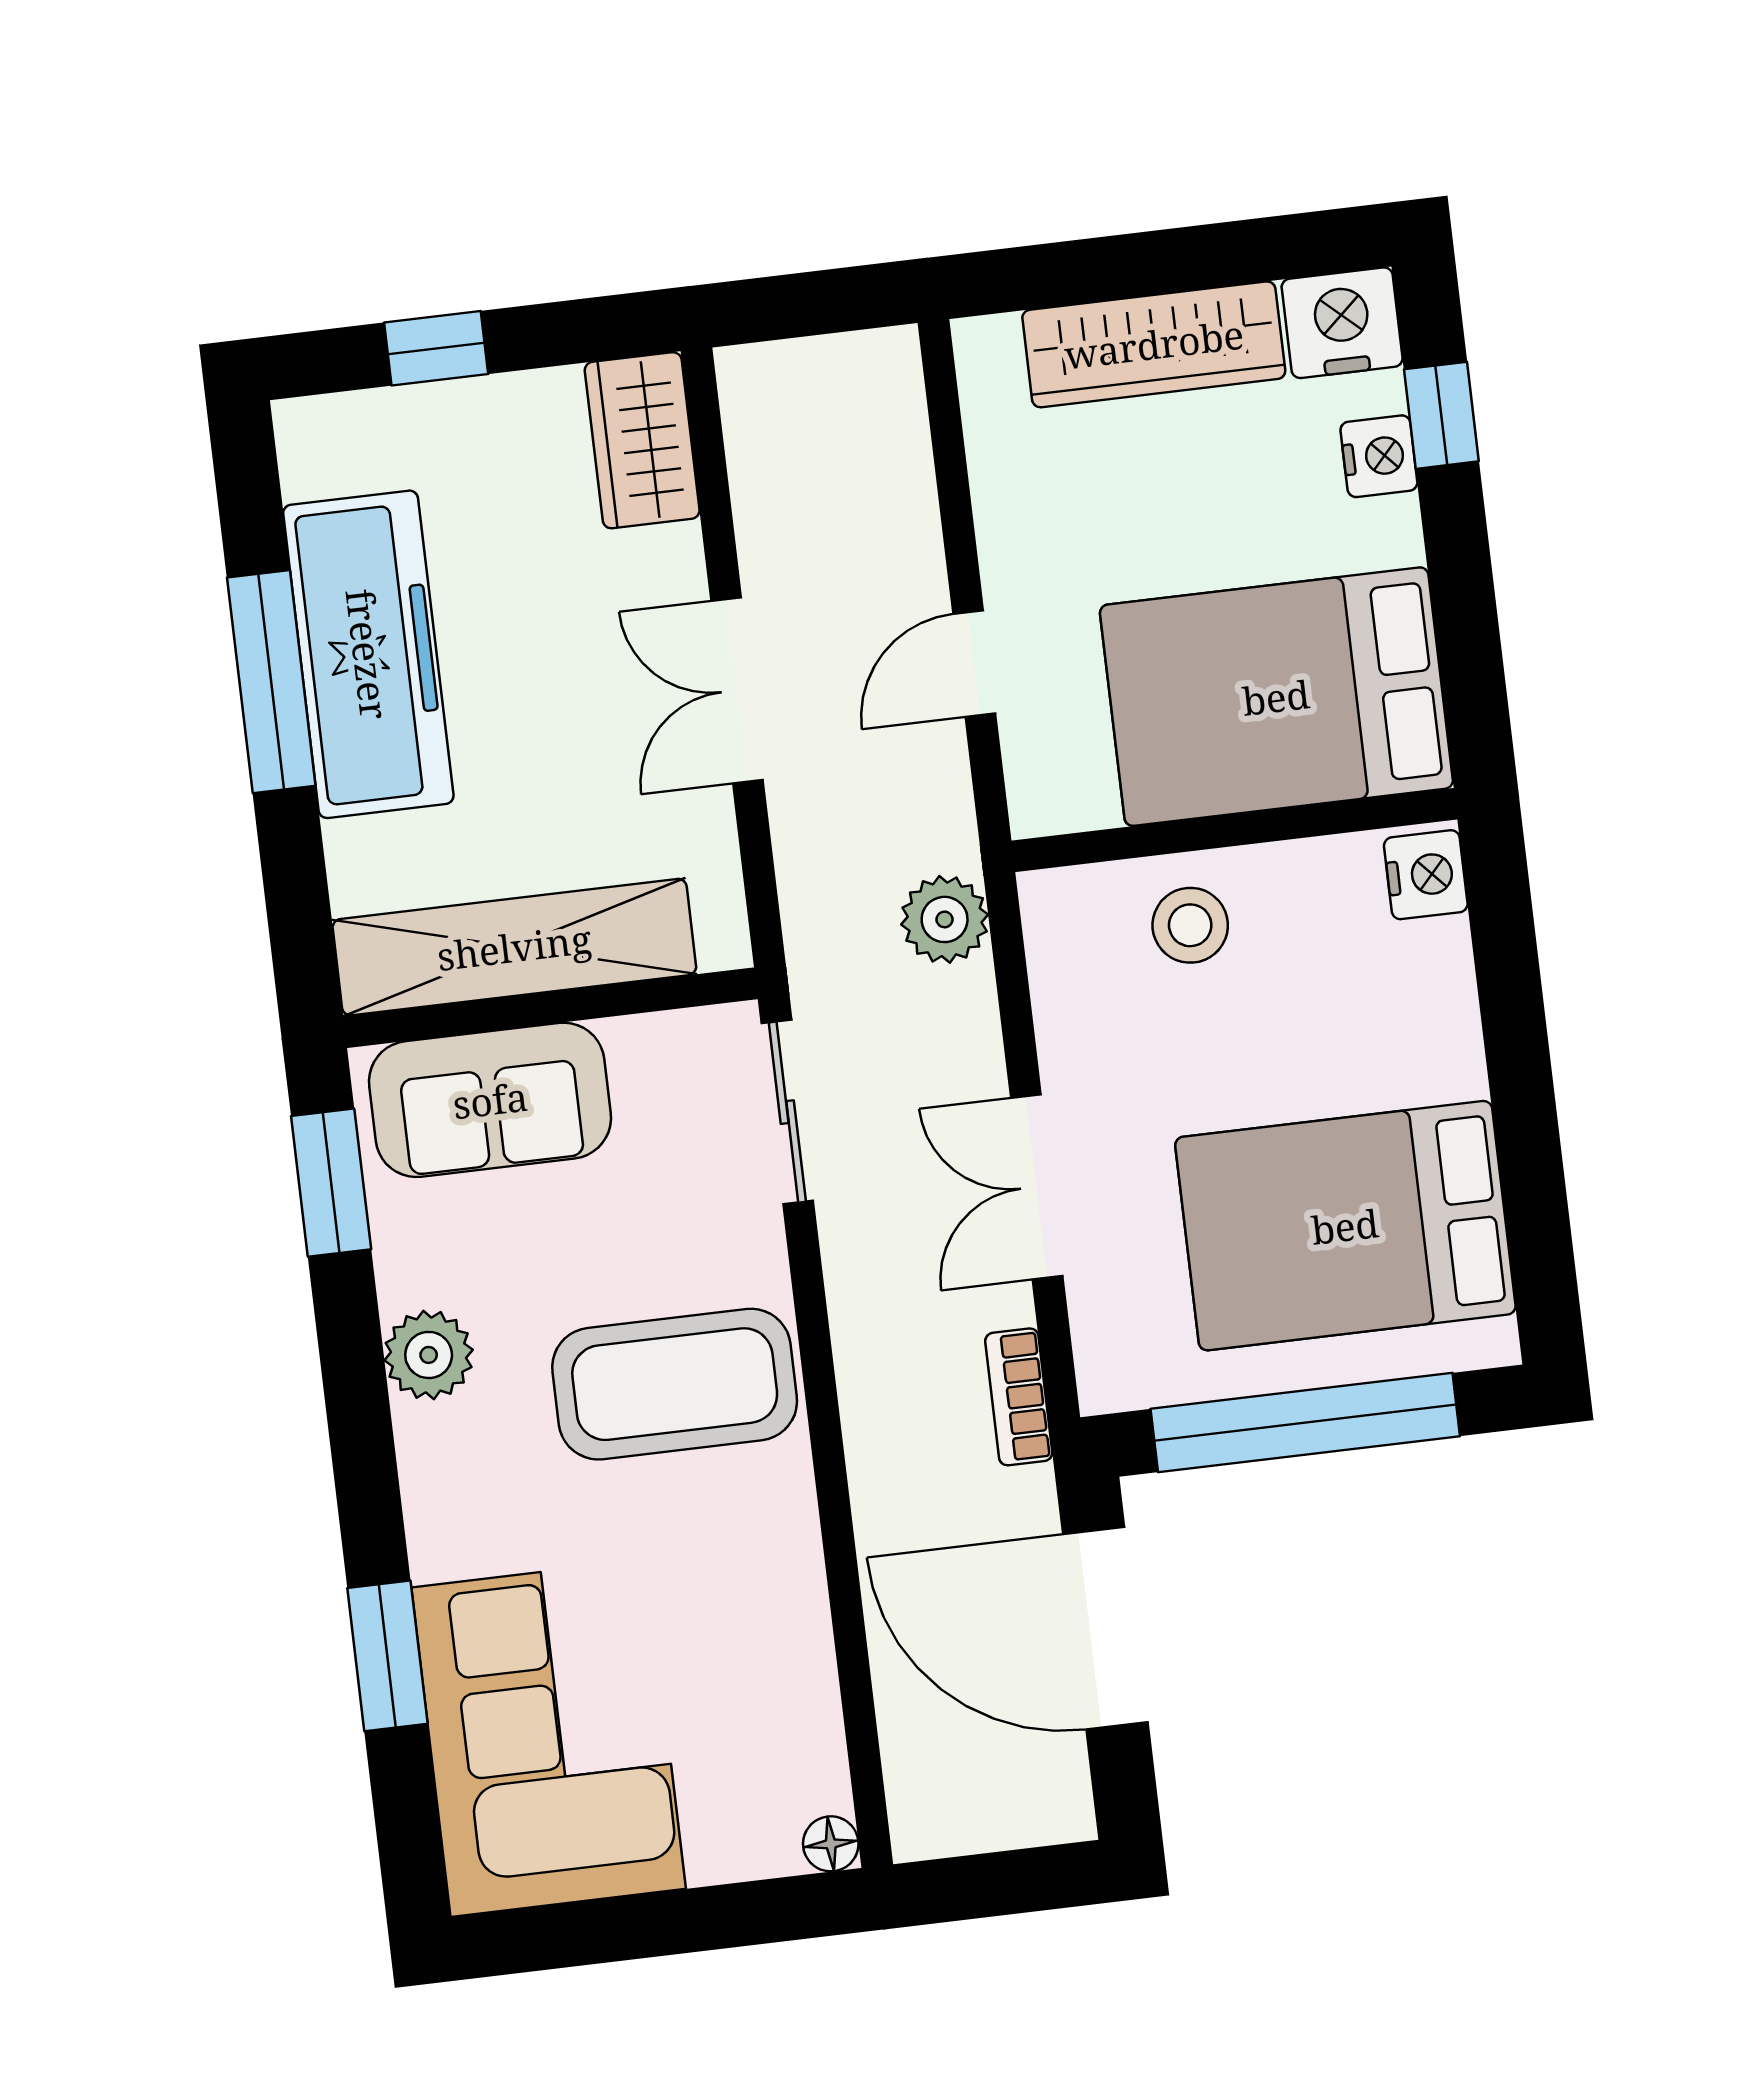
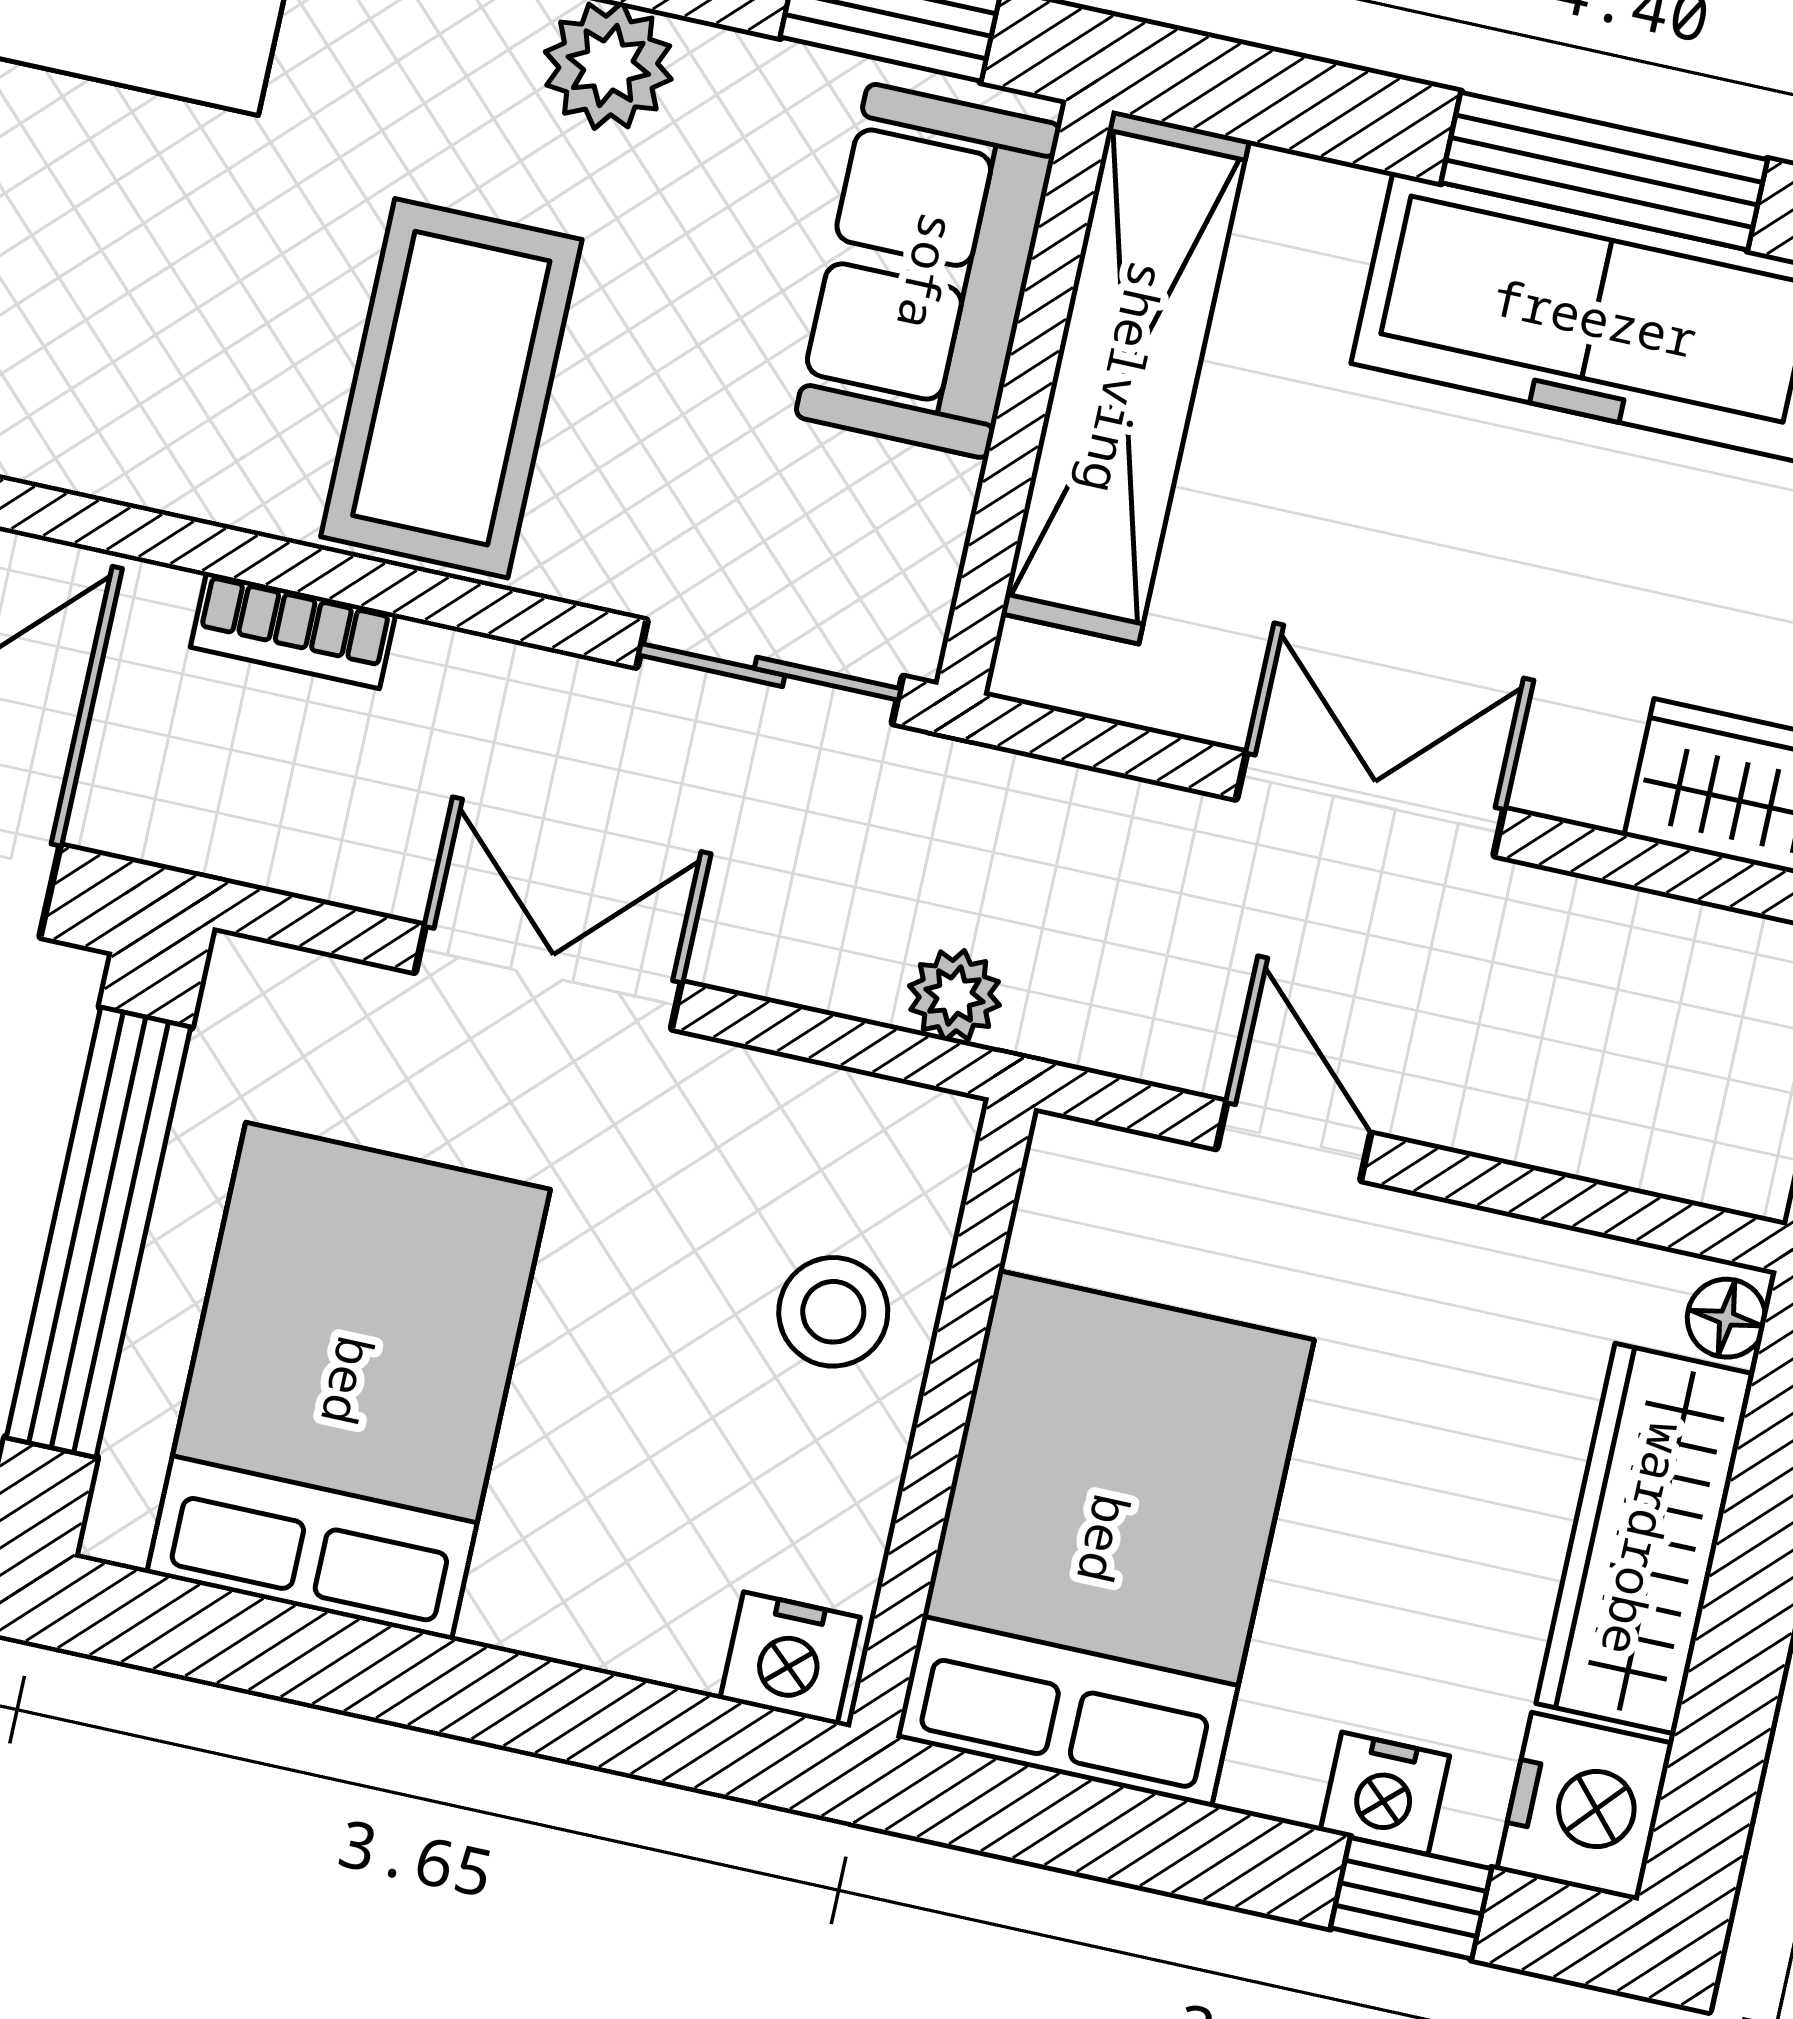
floor lamp: (992, 341) -> (1727, 1318), added
plant: (945, 919) -> (955, 996), width x0.73, depth x0.73
bookcase: (1019, 1397) -> (293, 630), moved, turned 180

